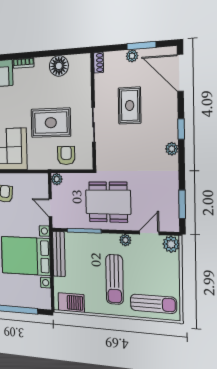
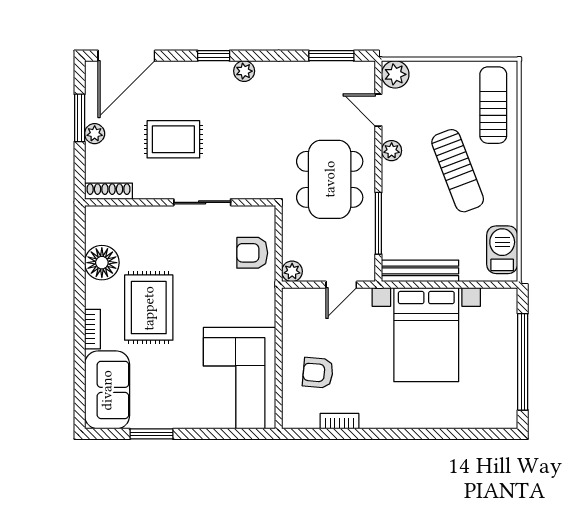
shoe rack: (99, 63) -> (109, 191), width x1.43
rug: (51, 123) -> (149, 308), moved
sun lounger: (115, 279) -> (458, 171), turned 69

